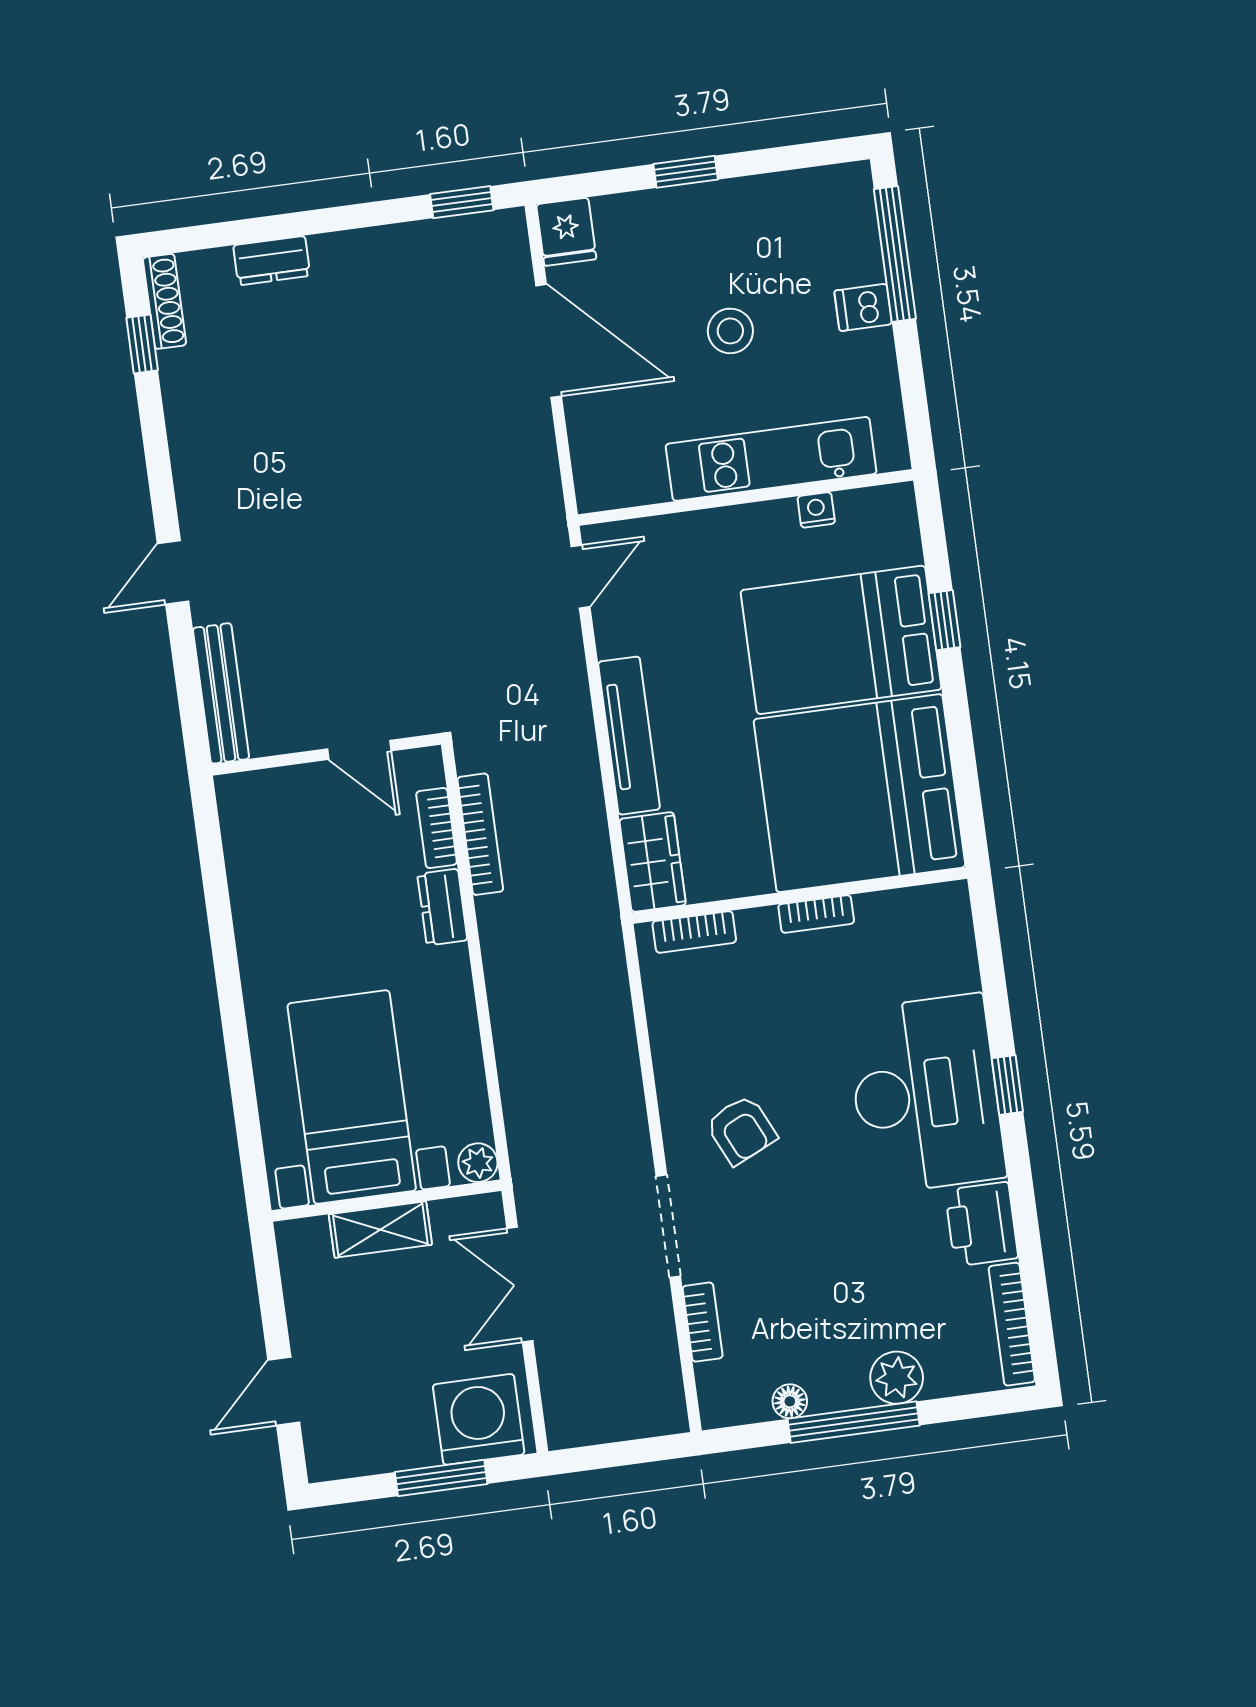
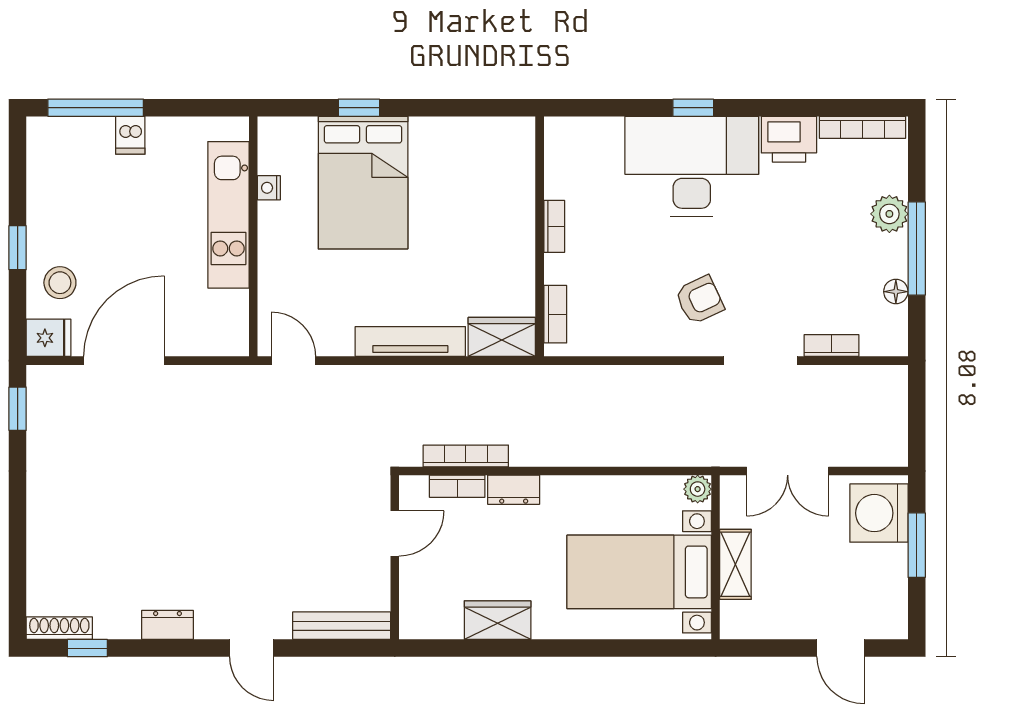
dresser: (272, 261) -> (168, 625), moved, turned -90
stool: (730, 331) -> (60, 283), moved
bed: (860, 793) -> (473, 184), removed
wardrobe: (258, 909) -> (498, 620), added

